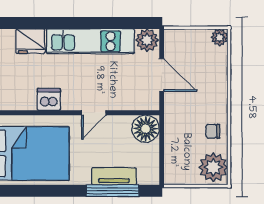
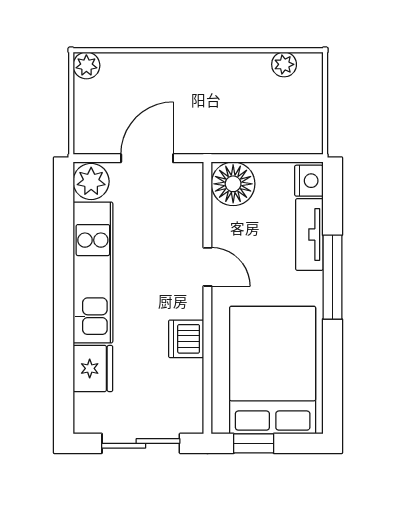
chair: (213, 131) -> (237, 76), removed
plant: (213, 167) -> (284, 64), width x0.53, depth x0.53
nightstand: (148, 176) -> (309, 181), added
window: (112, 191) -> (332, 277), moved

